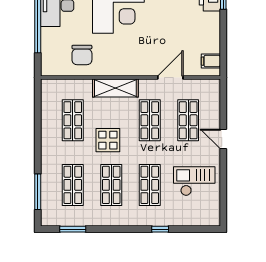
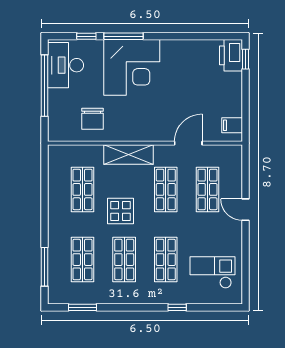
checkout: (194, 181) -> (213, 272), moved

